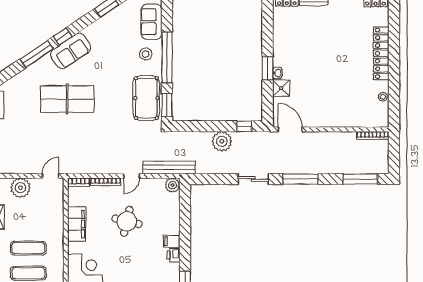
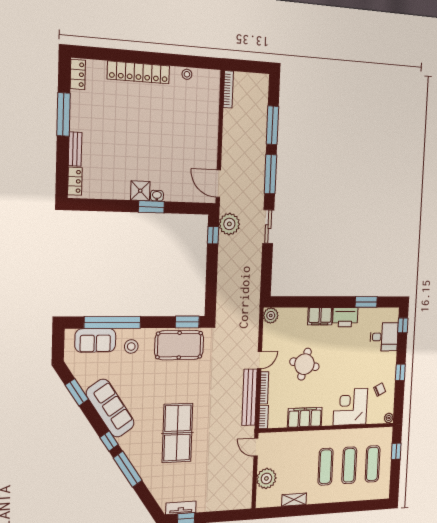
sofa: (71, 51) -> (110, 408), moved, width x1.36
window: (167, 57) -> (112, 322), moved
shower: (281, 88) -> (140, 191), moved
door: (290, 129) -> (218, 184), hinge flipped
plant: (222, 141) -> (229, 224), moved
bench: (169, 167) -> (249, 397), moved
door: (132, 176) -> (260, 360), hinge flipped
window: (360, 179) -> (272, 125), moved
filing cabinet: (172, 241) -> (320, 316), width x2.00
printer: (174, 255) -> (345, 317), width x1.87, depth x1.48

